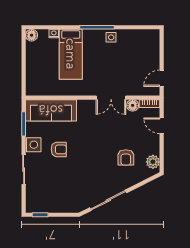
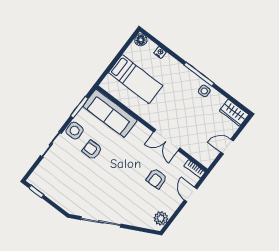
wardrobe: (147, 37) -> (234, 113), added
bed: (71, 54) -> (136, 79), moved, turned -90
door: (162, 78) -> (227, 147), moved
floor lamp: (133, 105) -> (180, 160), removed
armchair: (59, 149) -> (92, 150), turned 180
armchair: (126, 157) -> (157, 179), moved

